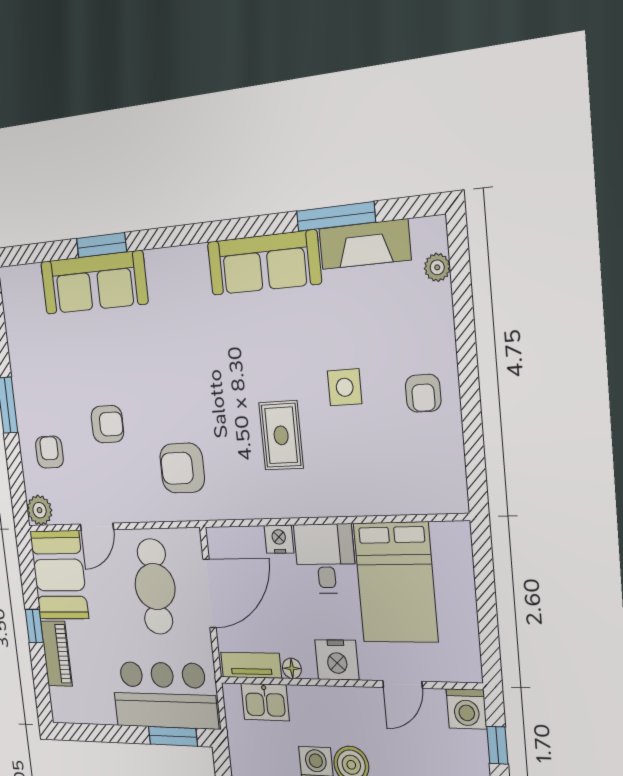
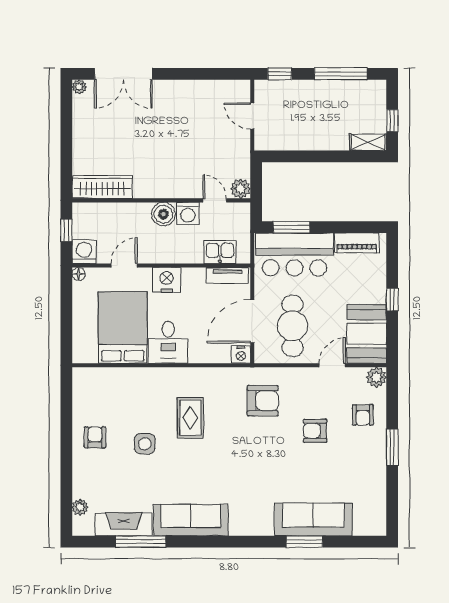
nightstand: (279, 539) -> (241, 355), moved
piano: (56, 654) -> (357, 243), moved, turned -90
floor lamp: (292, 668) -> (79, 274), moved

